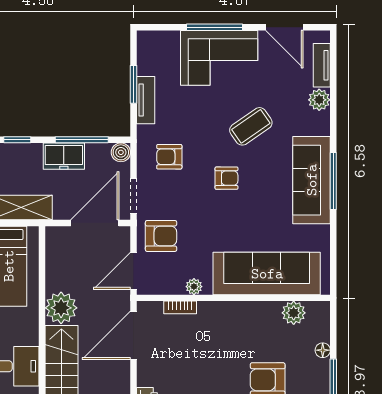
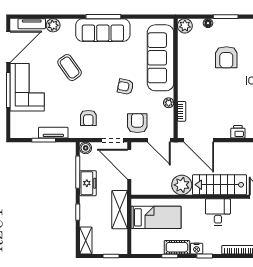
door: (284, 27) -> (8, 47), width x1.36
armchair: (226, 178) -> (125, 87), moved, turned -79
plant: (294, 313) -> (185, 26), moved

